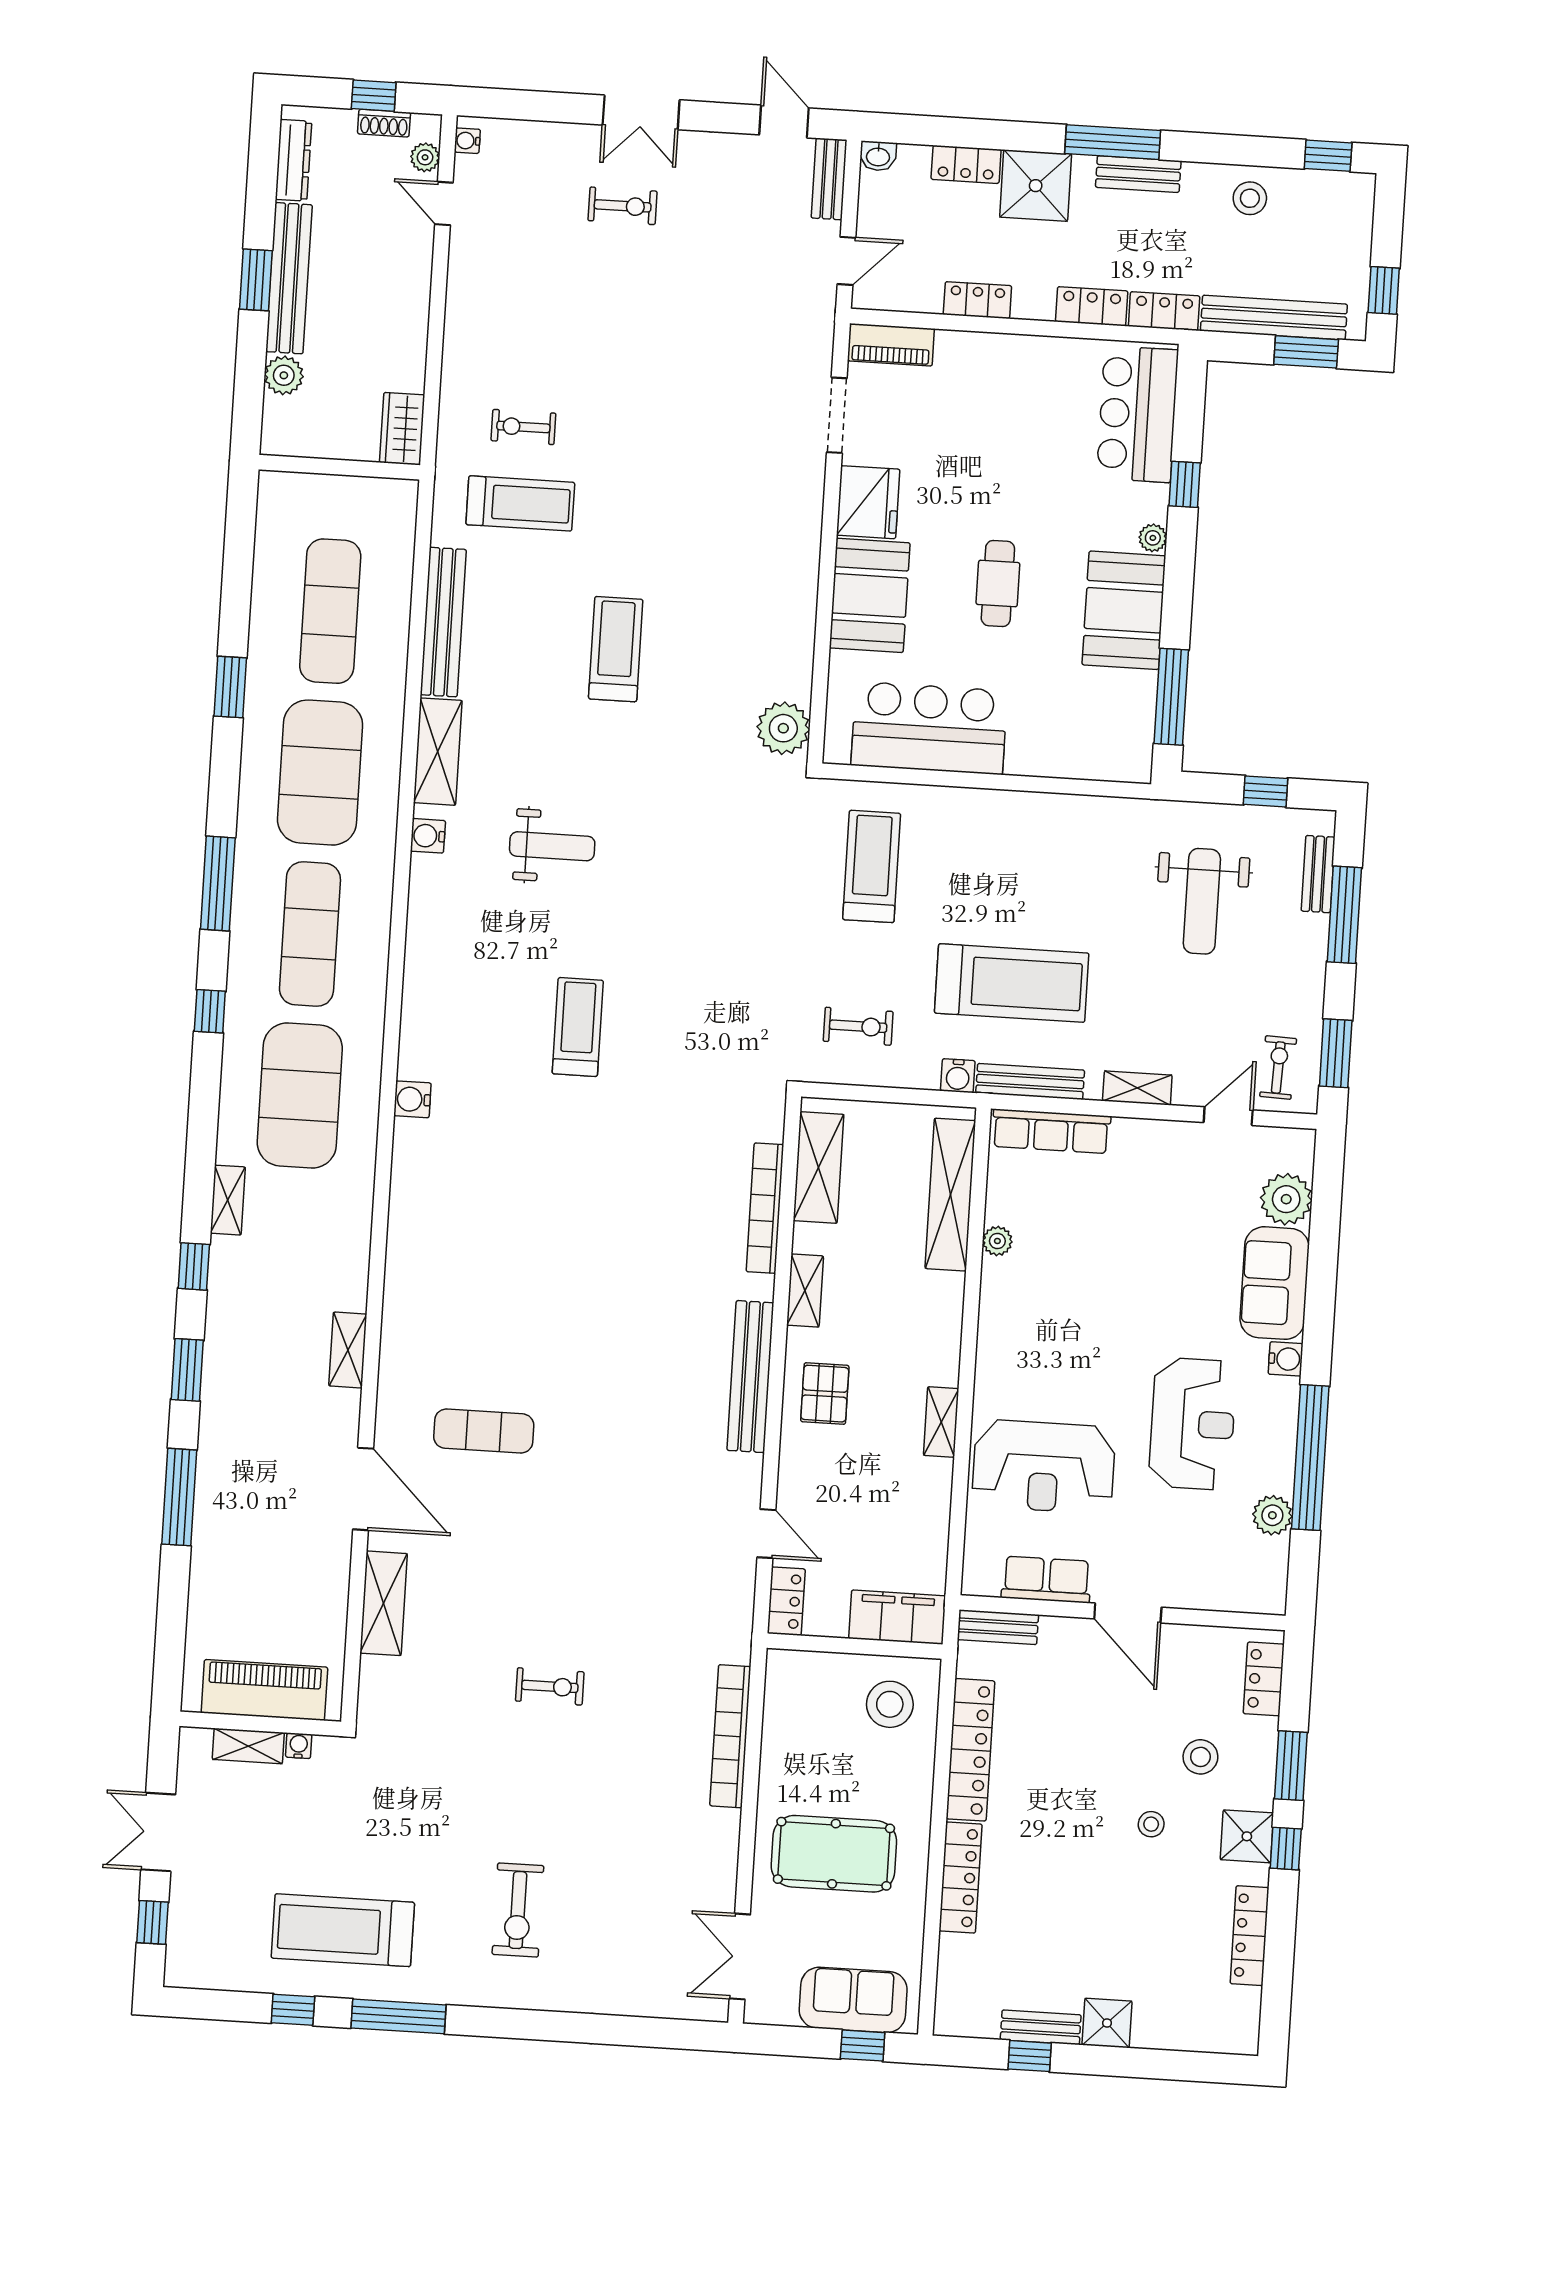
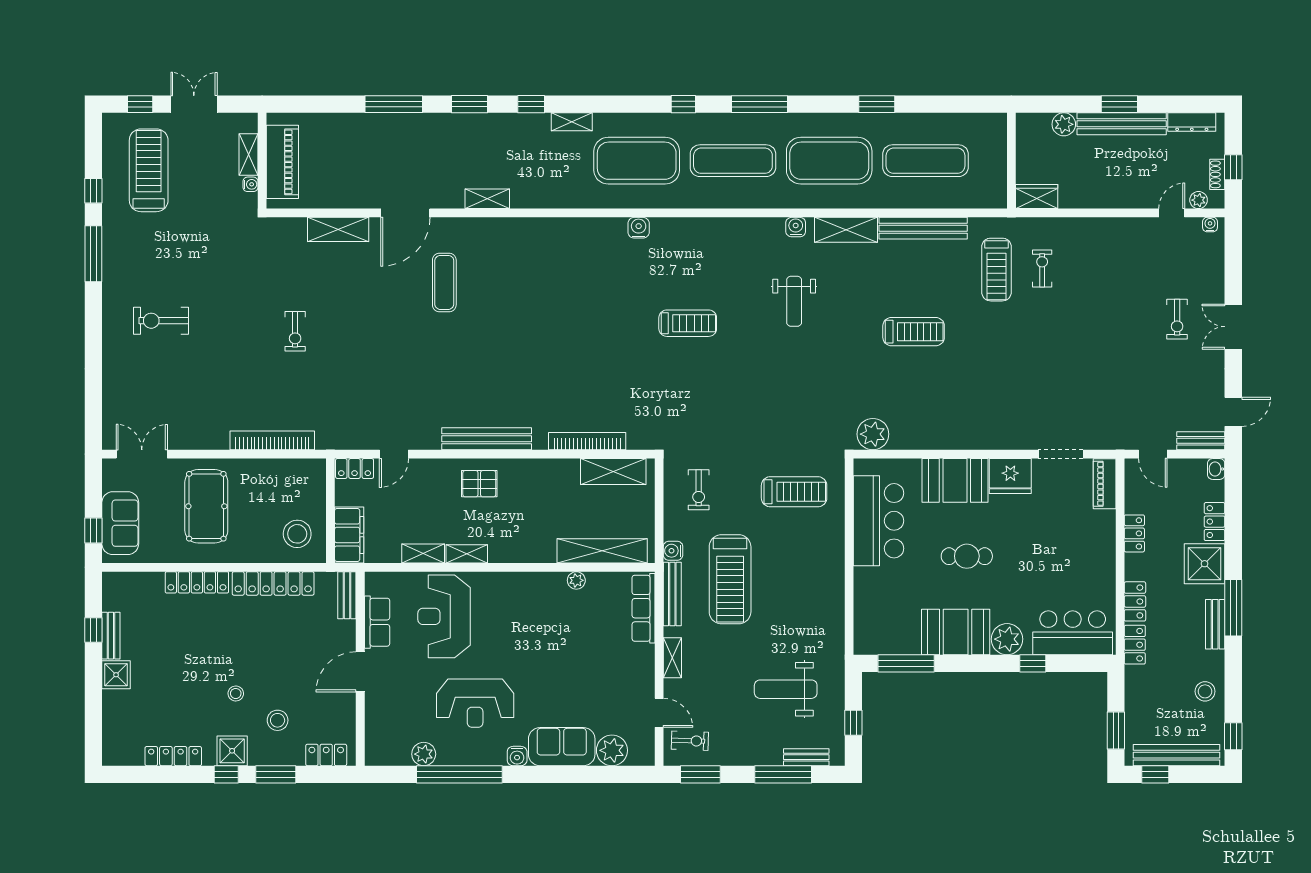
bench: (1274, 317) -> (1177, 755), moved, turned 90
plant: (1153, 538) -> (1007, 639), width x1.87, depth x1.87
shelving: (805, 1291) -> (423, 553), moved
treadmill: (343, 1930) -> (149, 170), moved

